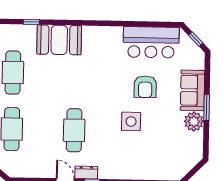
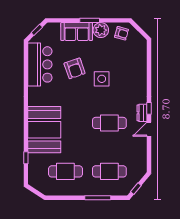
booth: (59, 40) -> (44, 130), width x1.36, depth x1.42
armchair: (145, 87) -> (75, 68), turned 71
armchair: (189, 148) -> (121, 33), added

